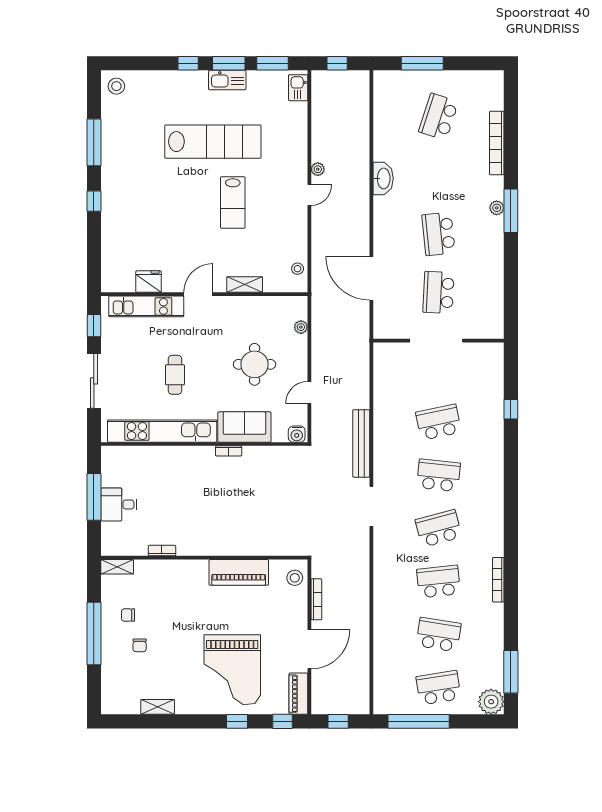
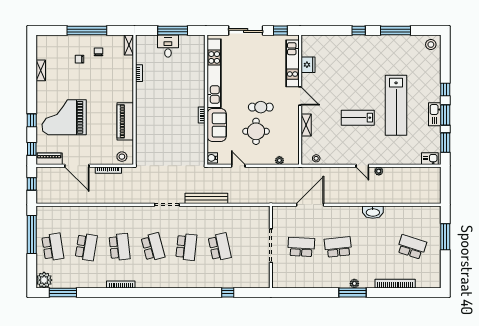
window: (337, 63) -> (445, 183), removed
cafe table: (175, 375) -> (261, 107), moved

